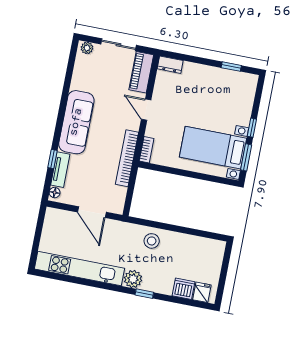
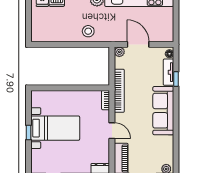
bed with nightstands: (213, 148) -> (55, 128), moved
window: (246, 157) -> (29, 109), removed
plant: (117, 207) -> (119, 52), added

